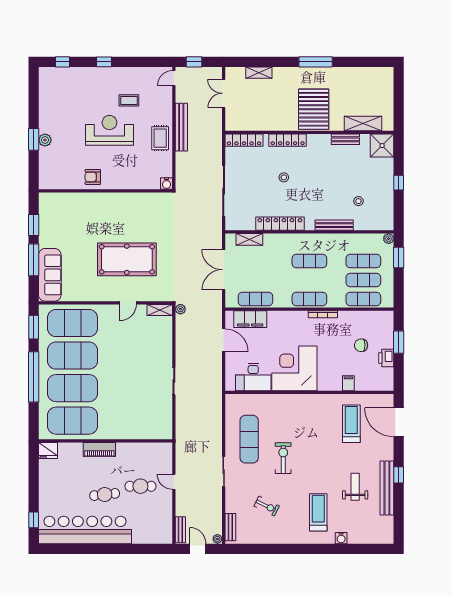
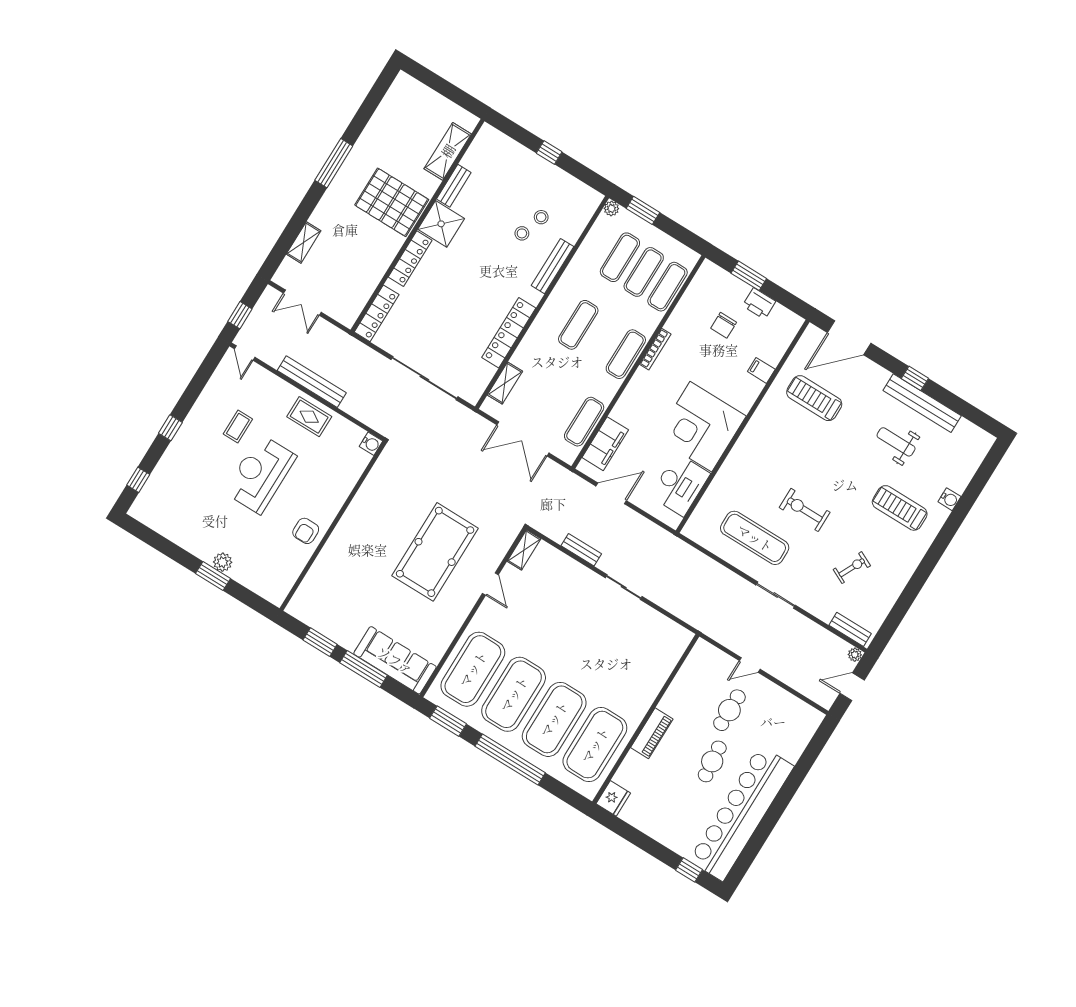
shower: (382, 146) -> (441, 224), moved
stool: (284, 177) -> (522, 233), moved
plant: (180, 309) -> (539, 523), removed
bench: (180, 530) -> (581, 550), moved

